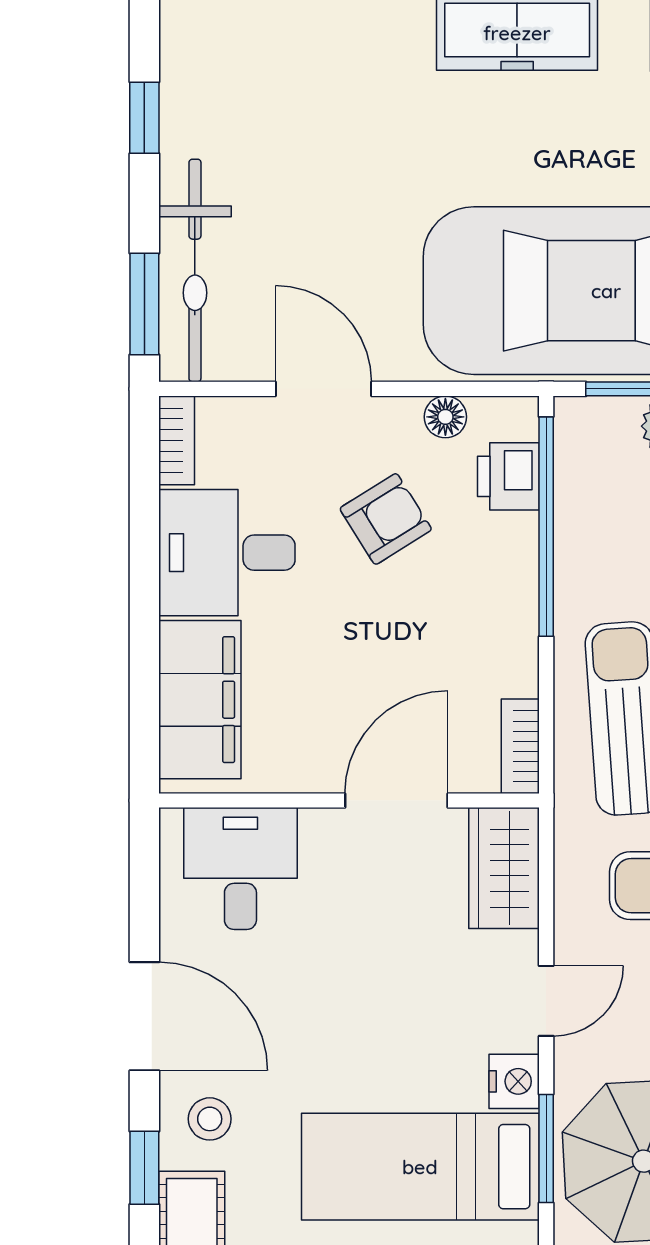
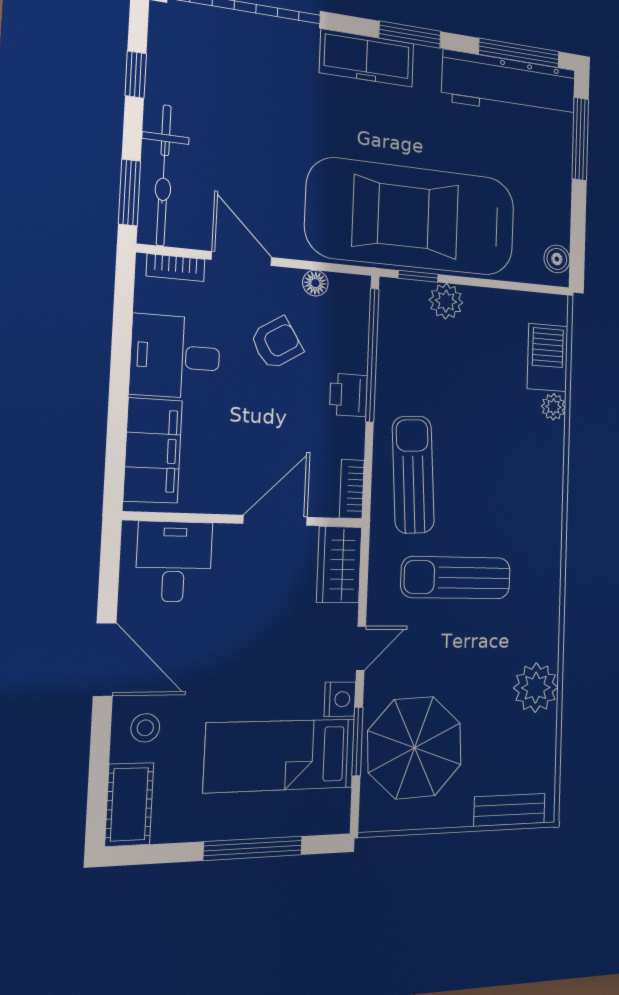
bookcase: (177, 440) -> (176, 268), moved, turned 90
printer: (508, 476) -> (348, 395), moved
window: (144, 1168) -> (99, 762), removed

